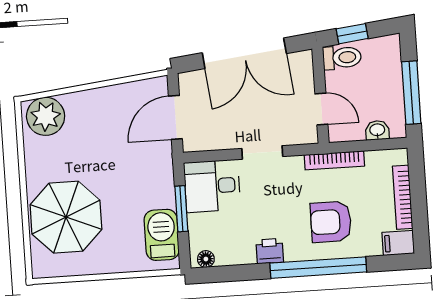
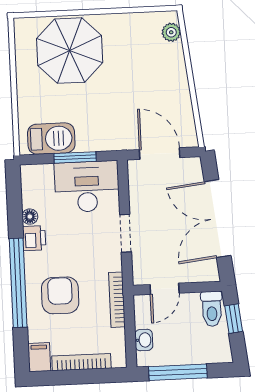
plant: (46, 116) -> (171, 32), width x0.53, depth x0.53
desk: (212, 186) -> (87, 187), width x1.37
floor lamp: (206, 259) -> (30, 217), moved

